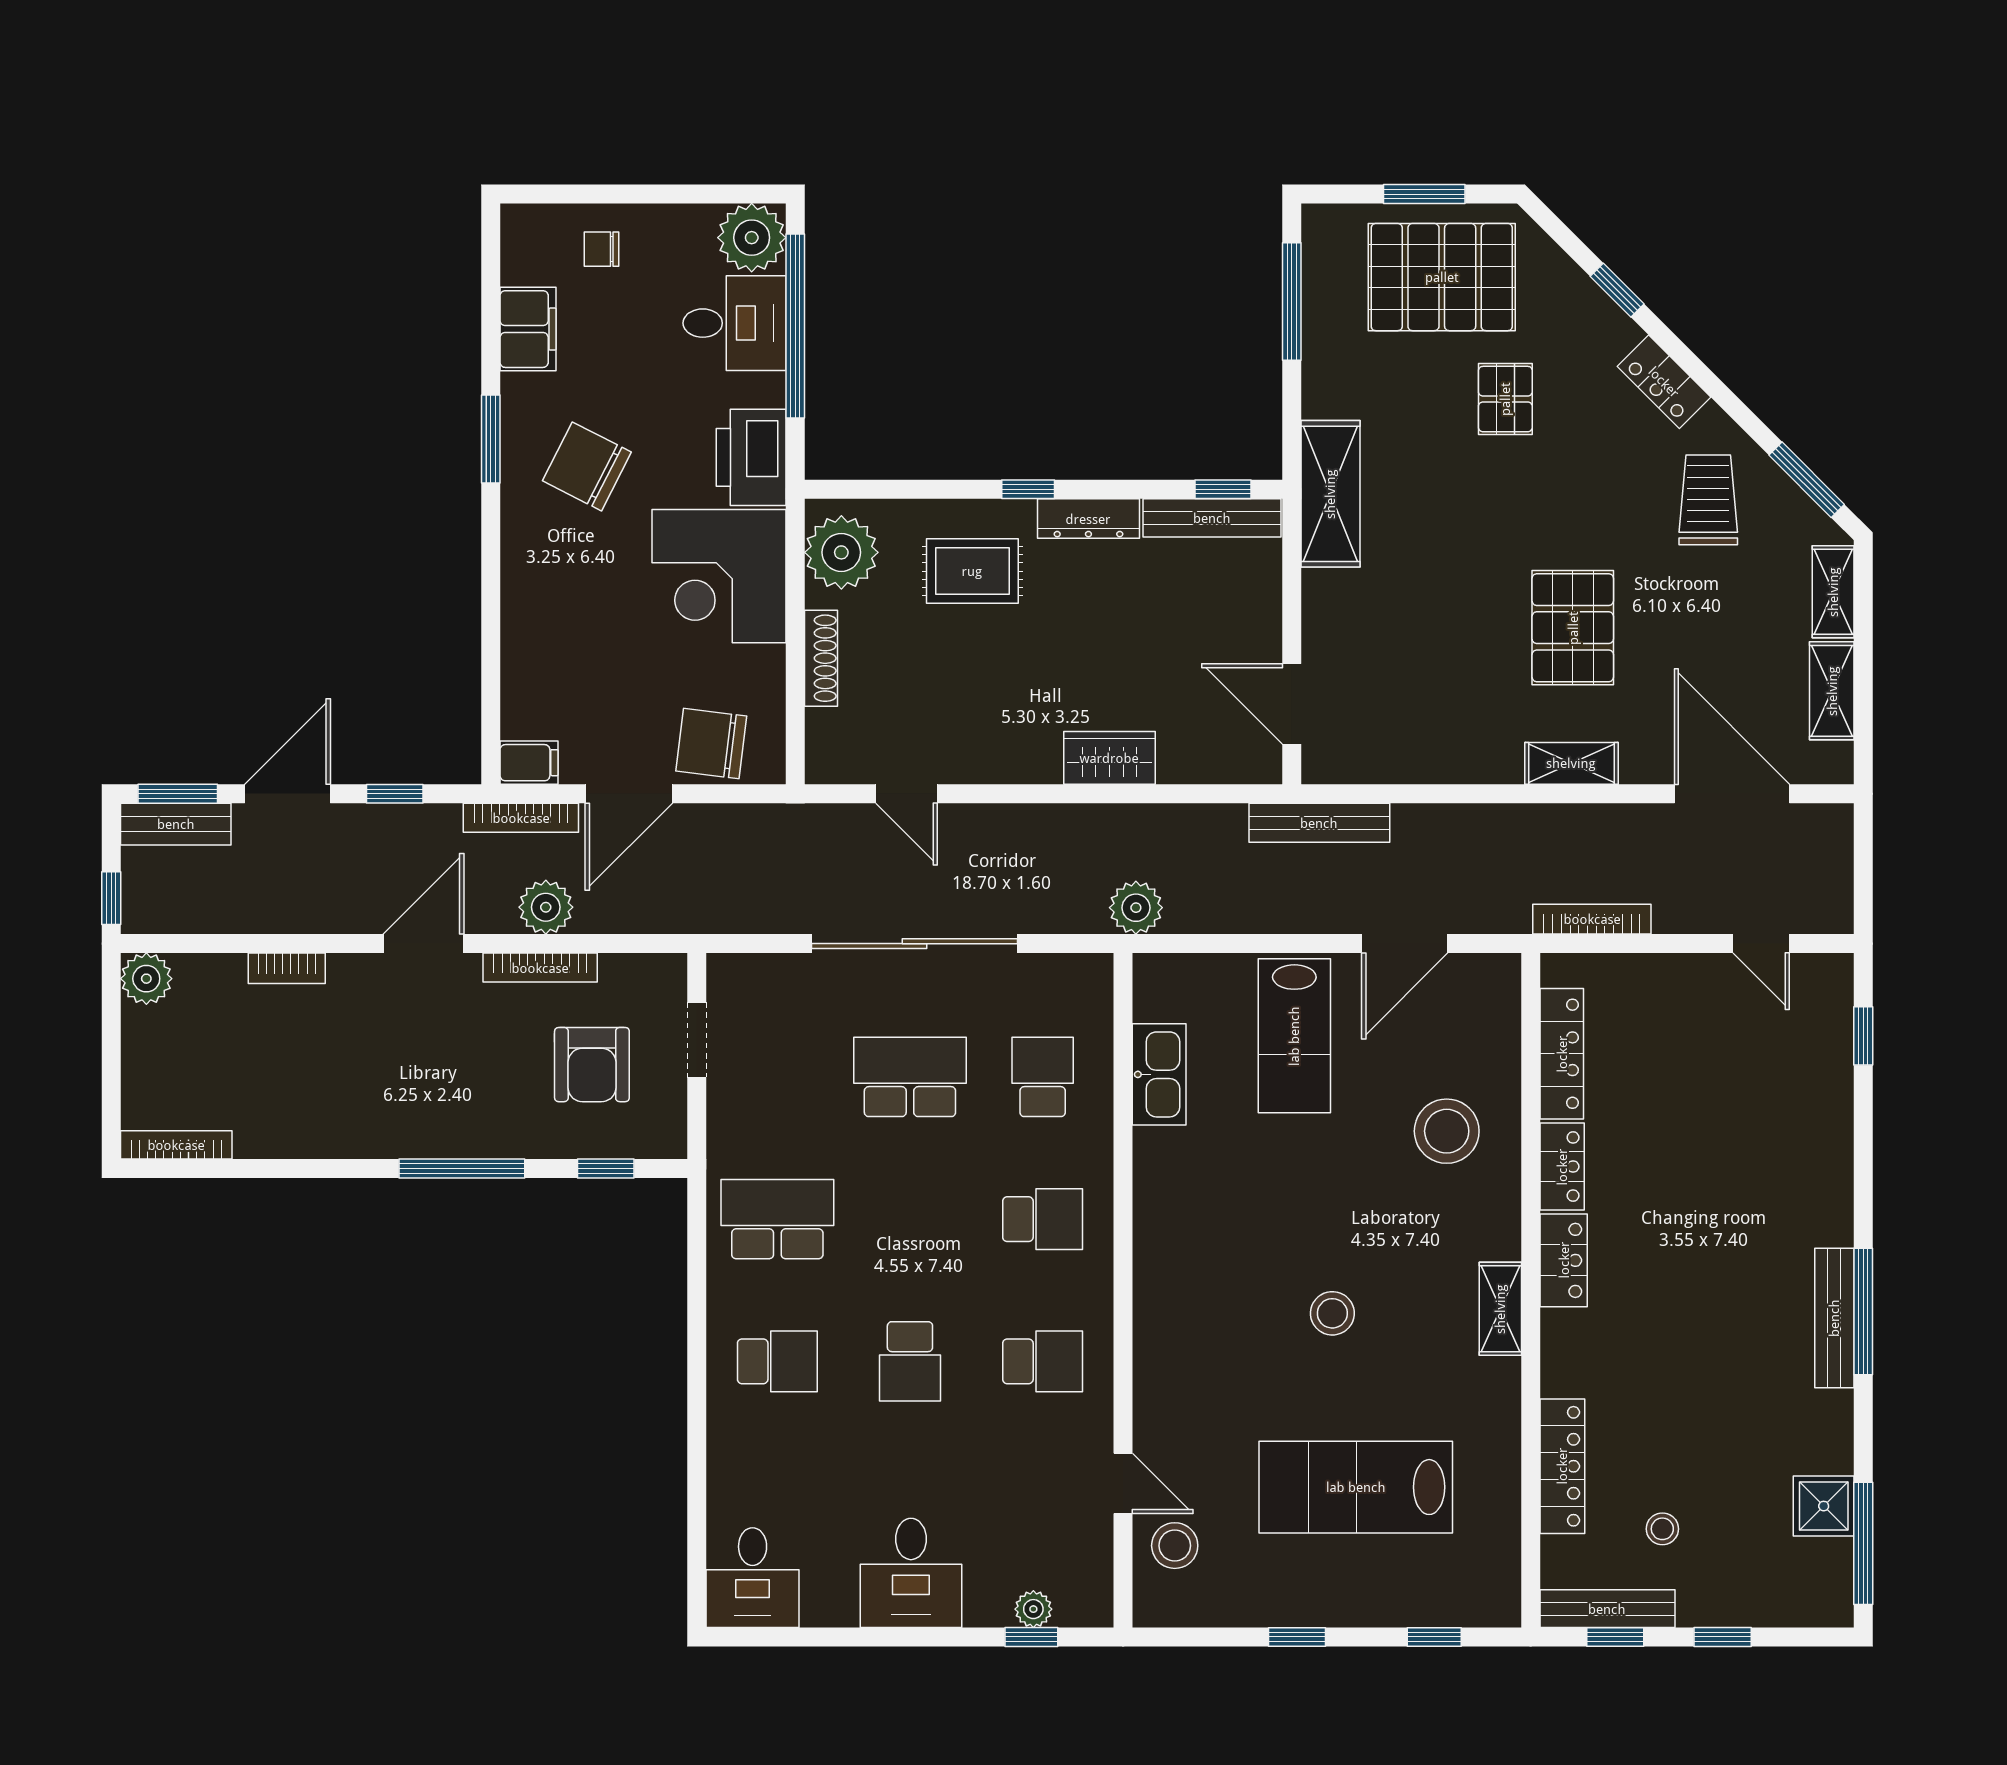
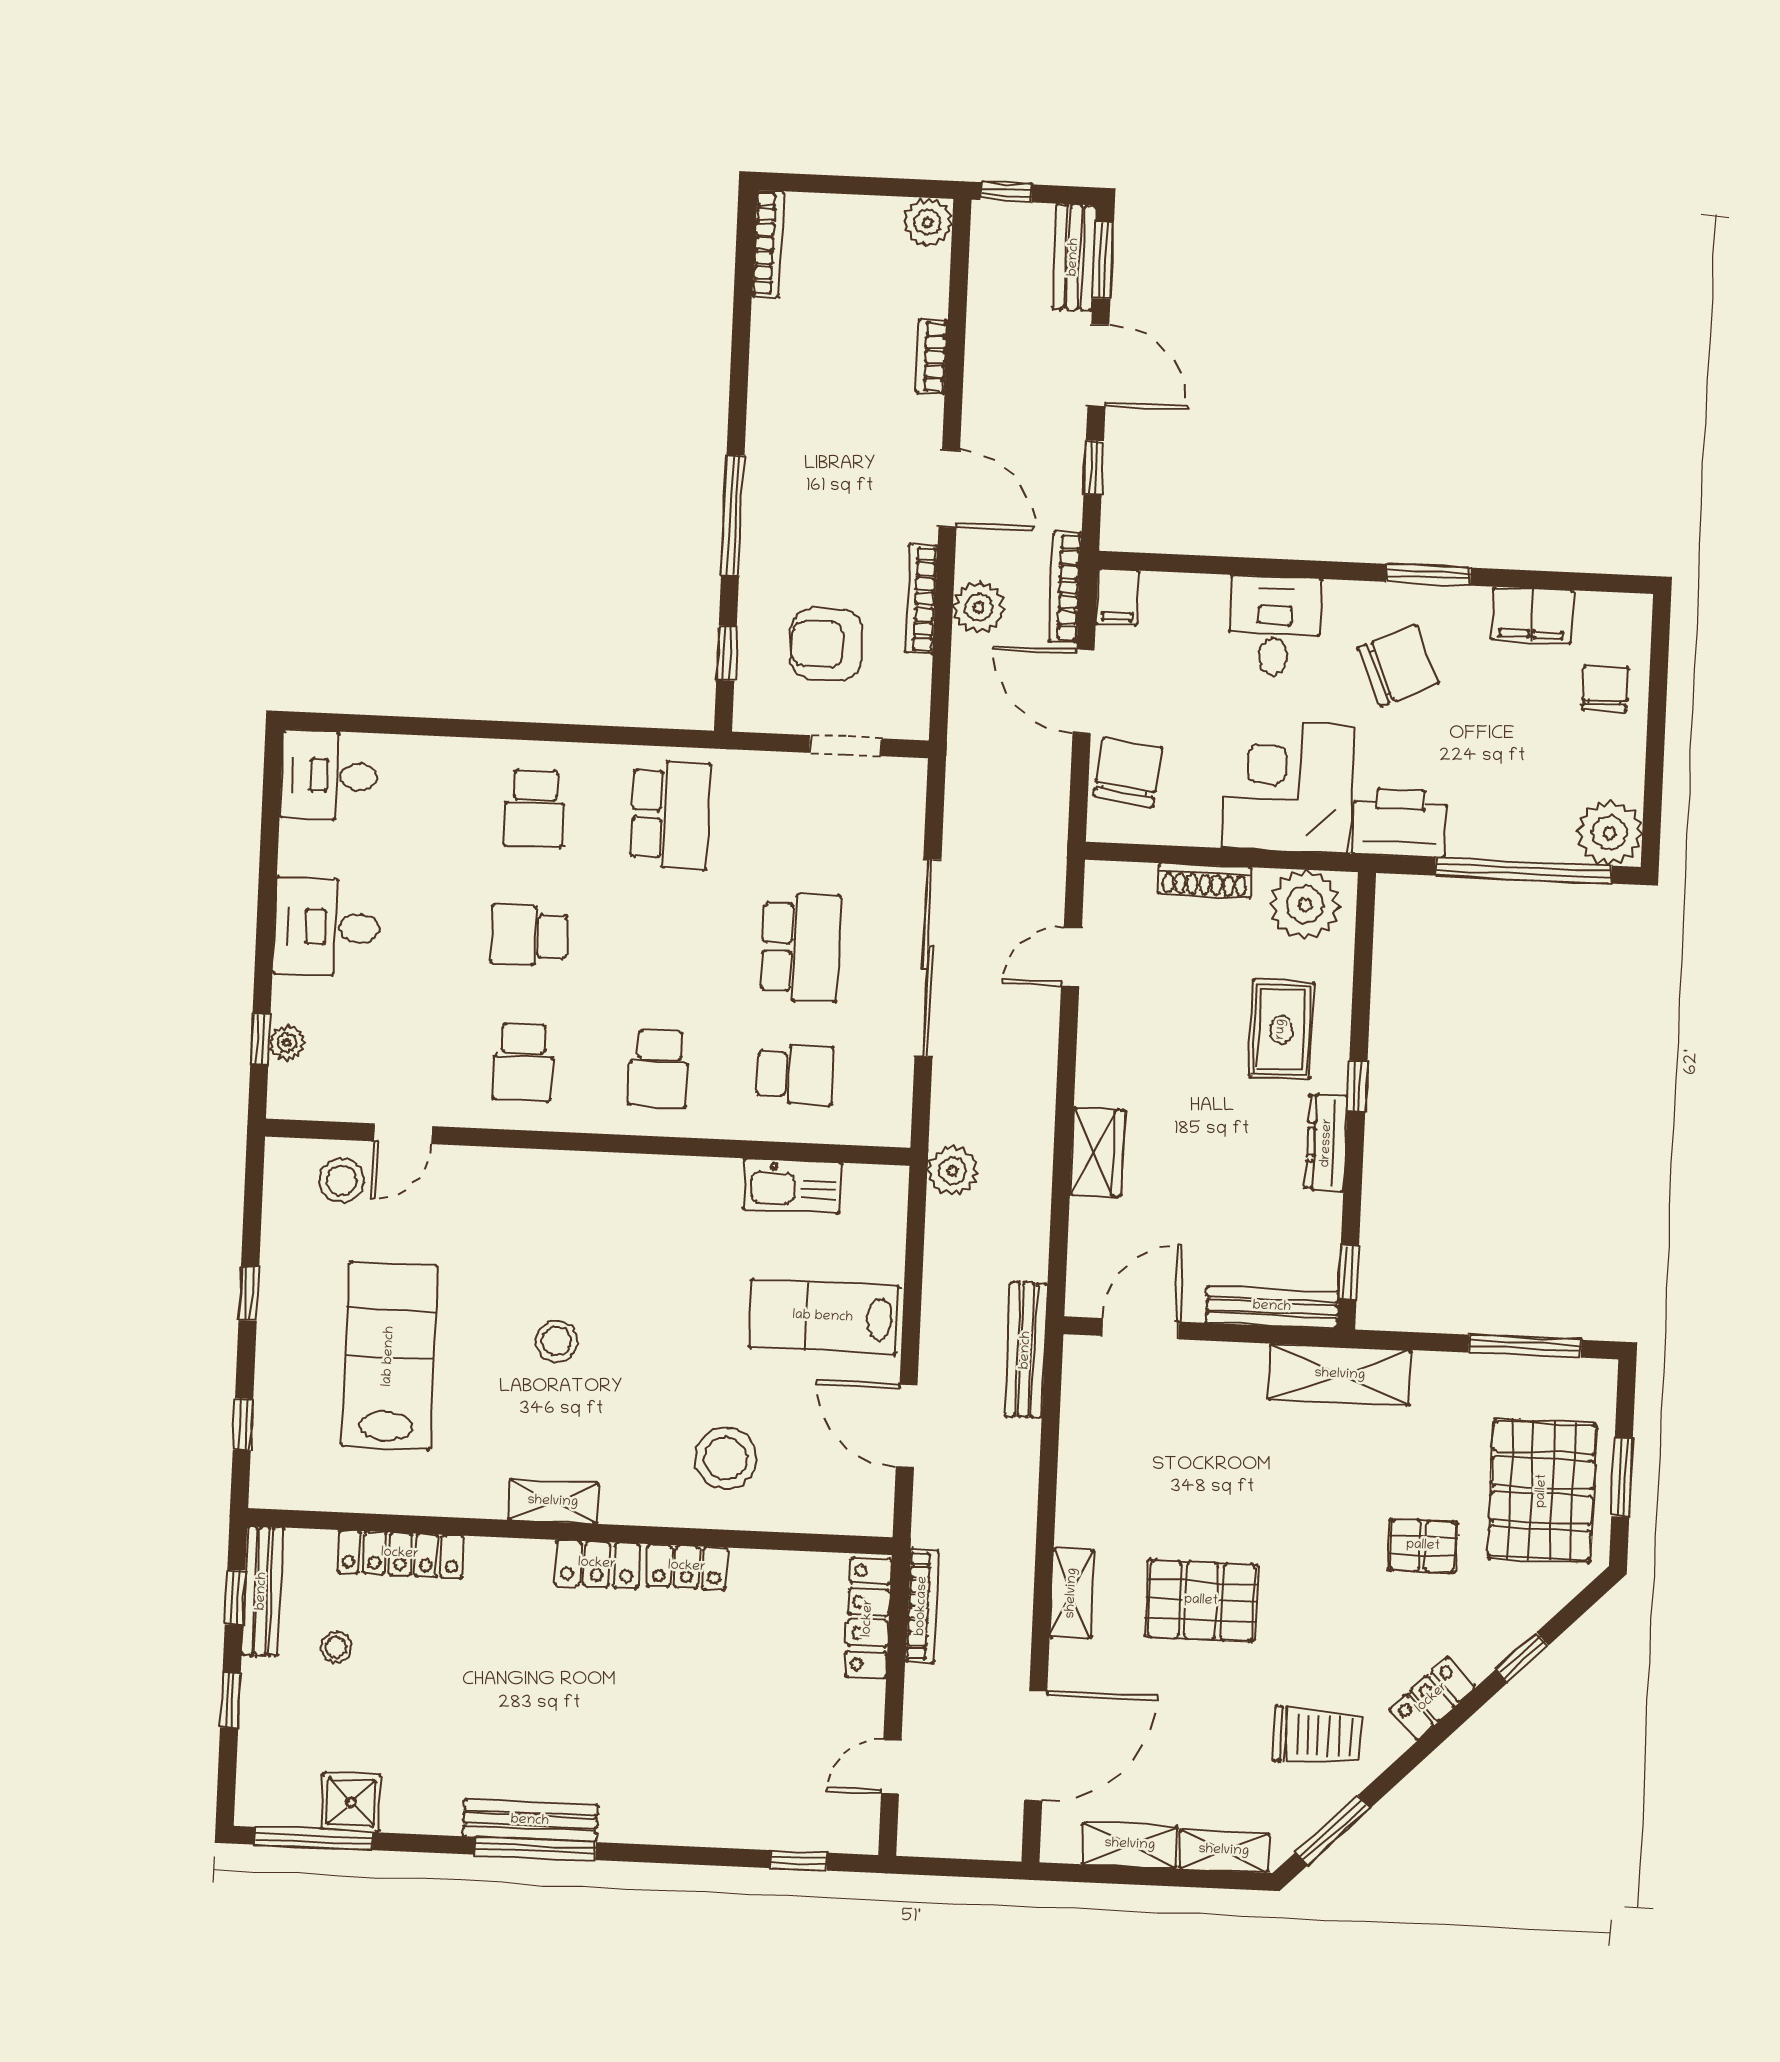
chair: (601, 249) -> (1605, 689), width x1.37, depth x1.37
desk: (735, 323) -> (1274, 626), moved, turned 180
chair: (587, 466) -> (1398, 666), turned 39
bench: (1212, 518) -> (1272, 1307), moved, turned 90
locker: (1562, 1054) -> (868, 1618), moved, turned 90

